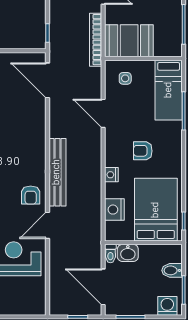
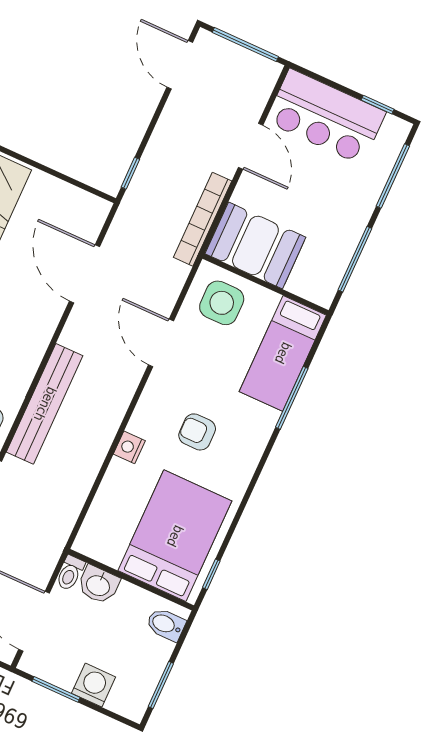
side table: (125, 78) -> (222, 303), width x1.87, depth x1.87
door: (47, 80) -> (84, 274), moved
nightstand: (114, 210) -> (109, 505), removed
bidet: (172, 270) -> (166, 624), moved
washing machine: (167, 306) -> (94, 685), moved

